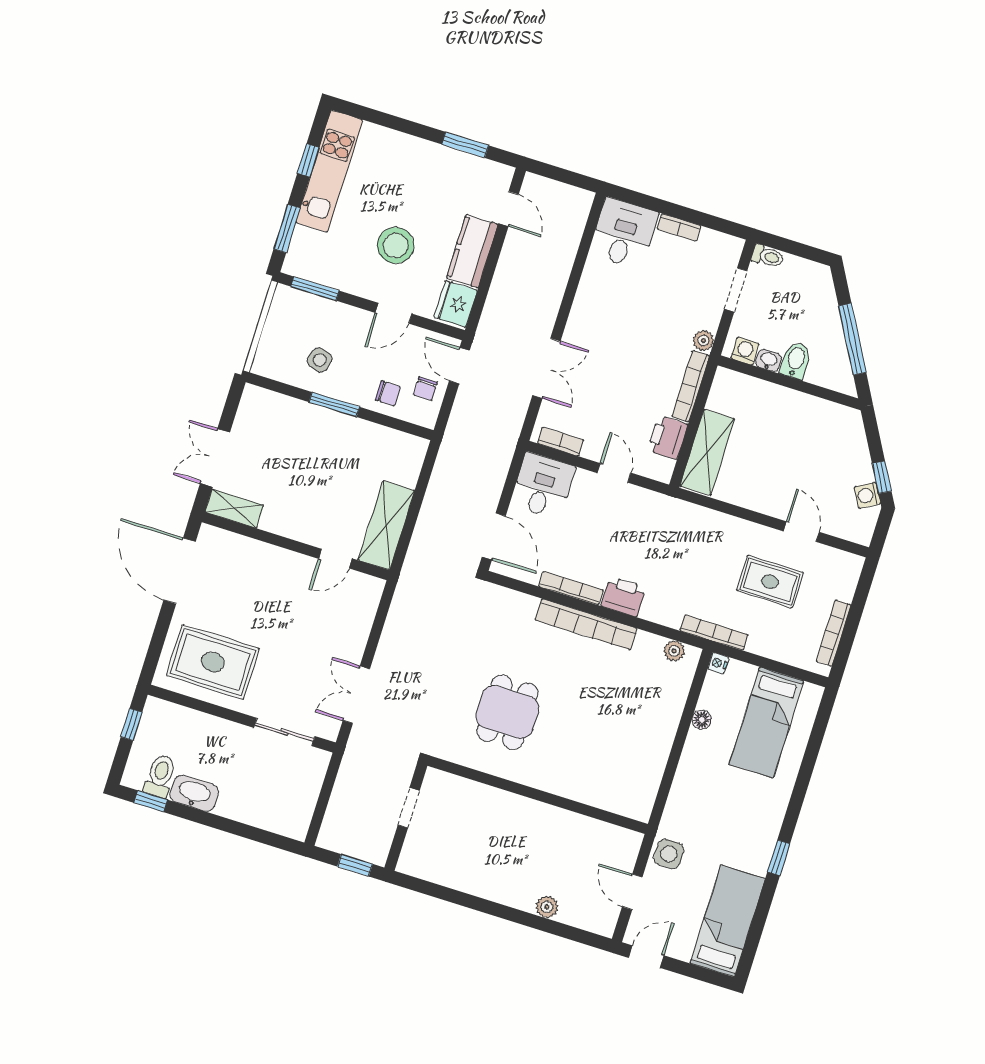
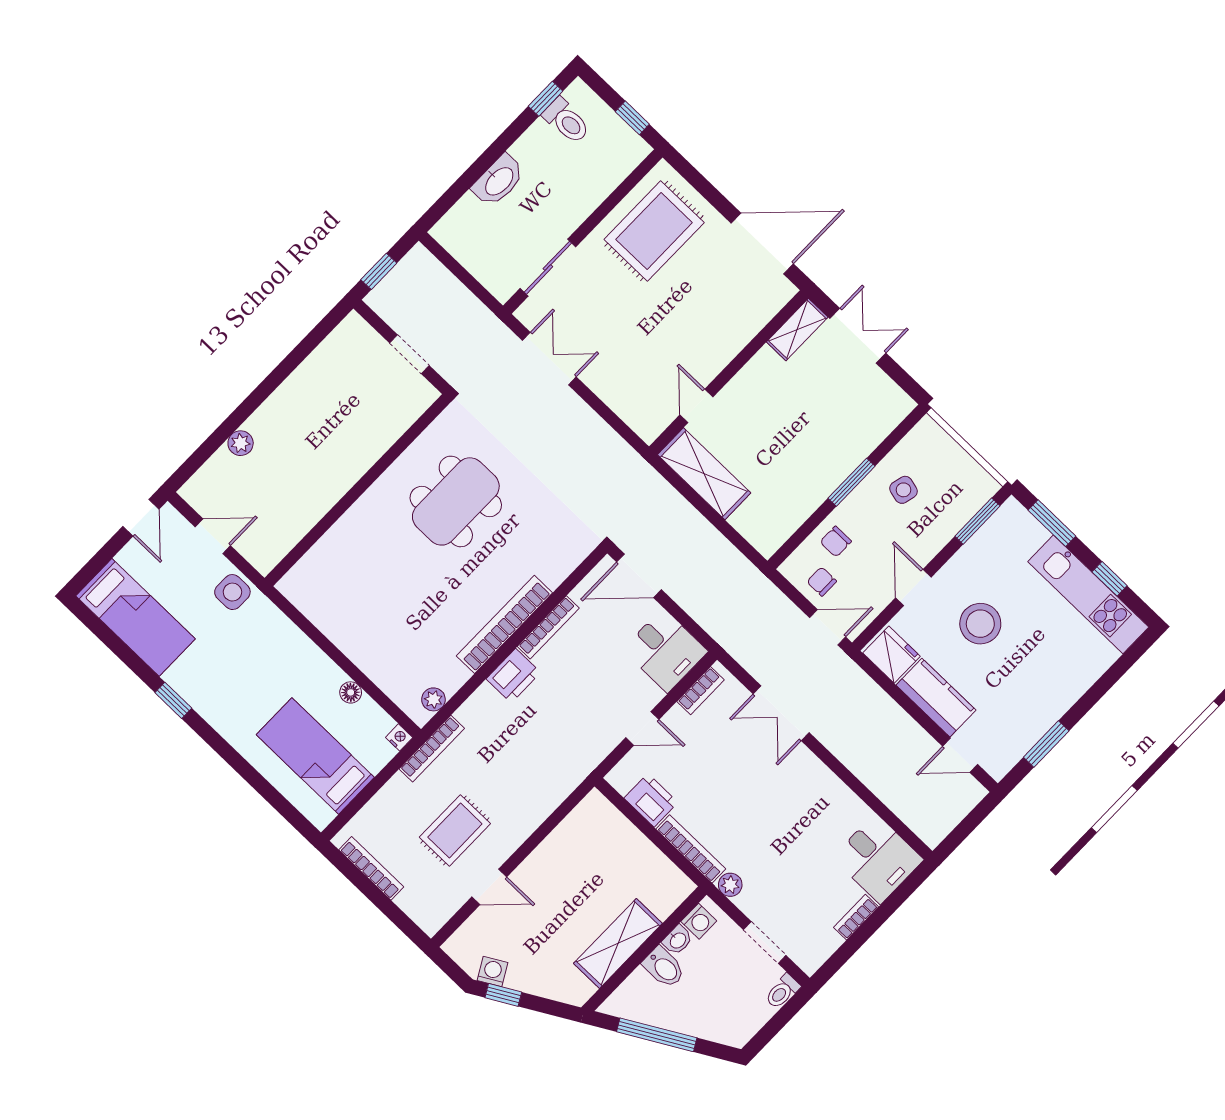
shelving: (707, 452) -> (618, 943), moved, turned 90
dining table: (508, 712) -> (456, 501), width x1.38
washbasin: (194, 793) -> (499, 181), moved

